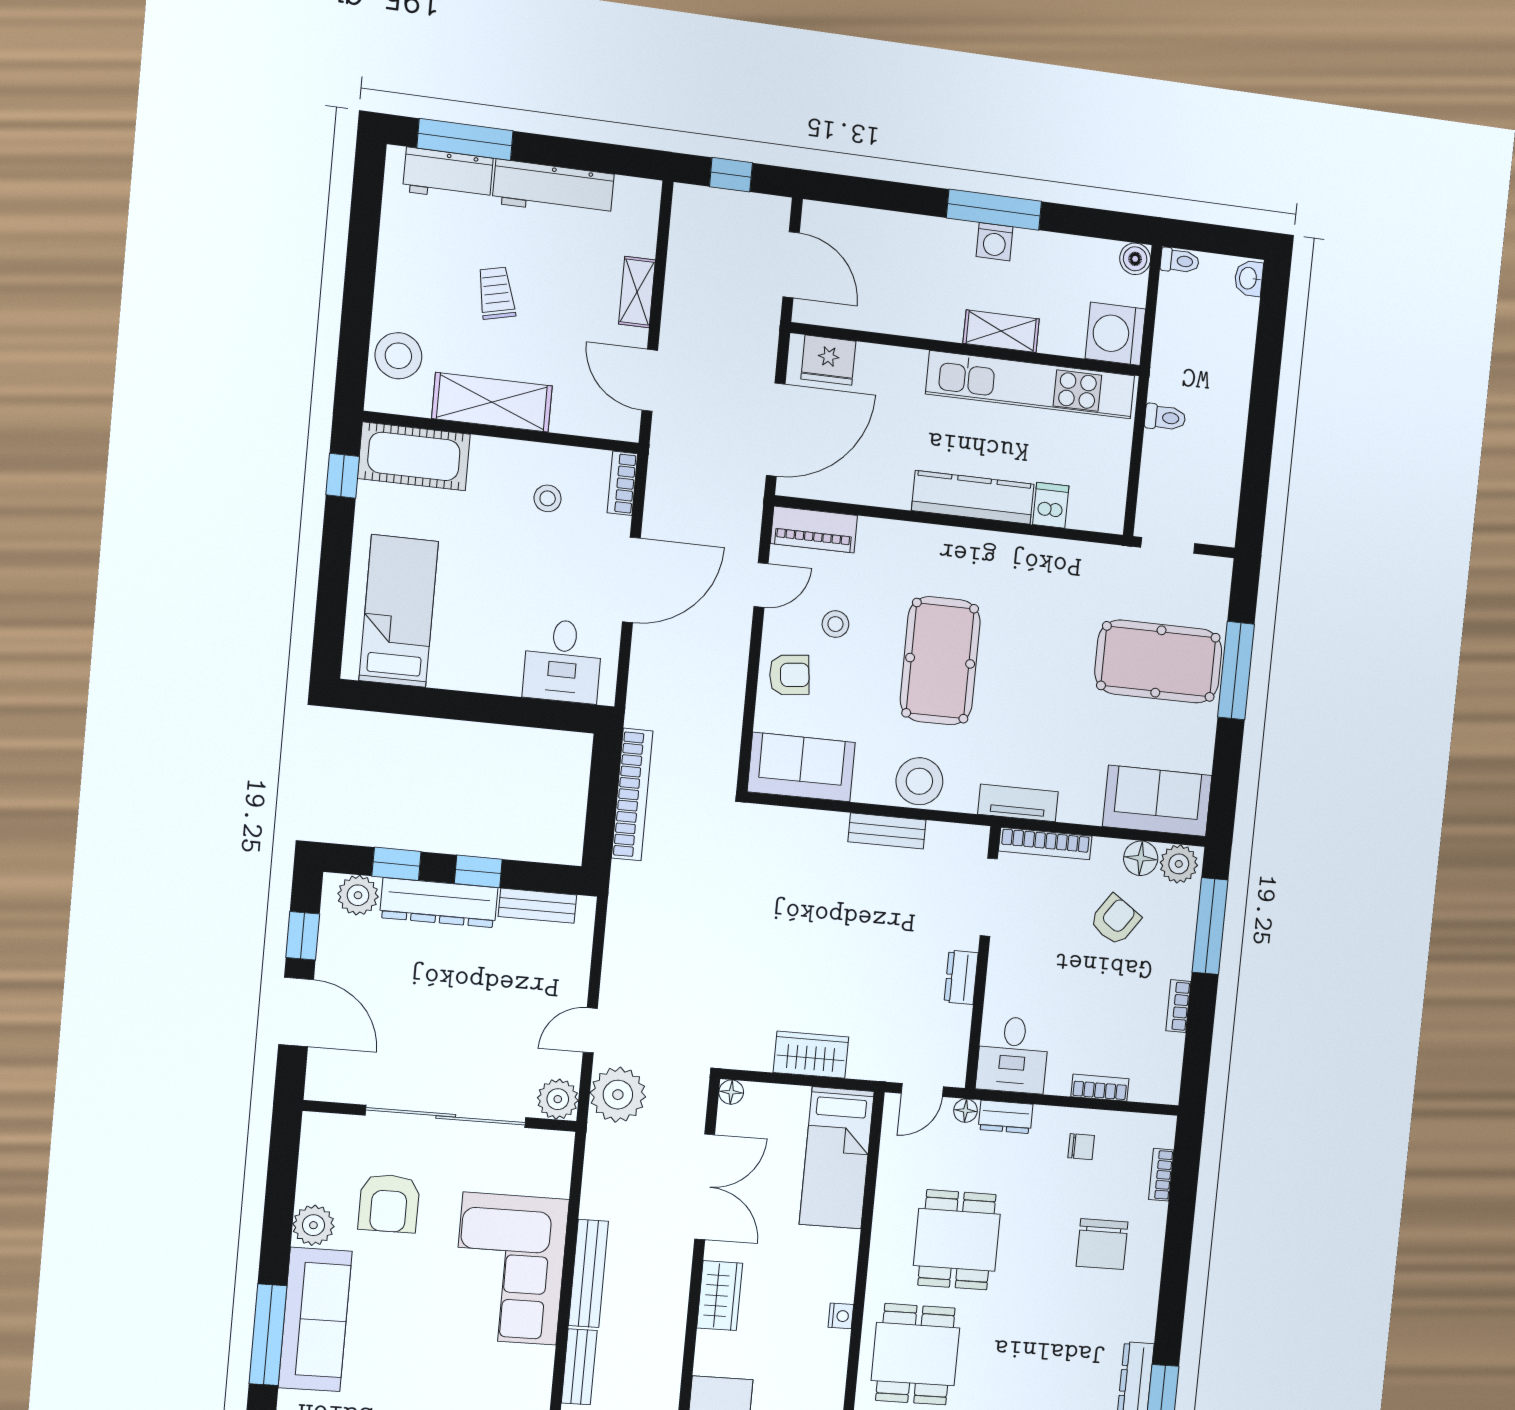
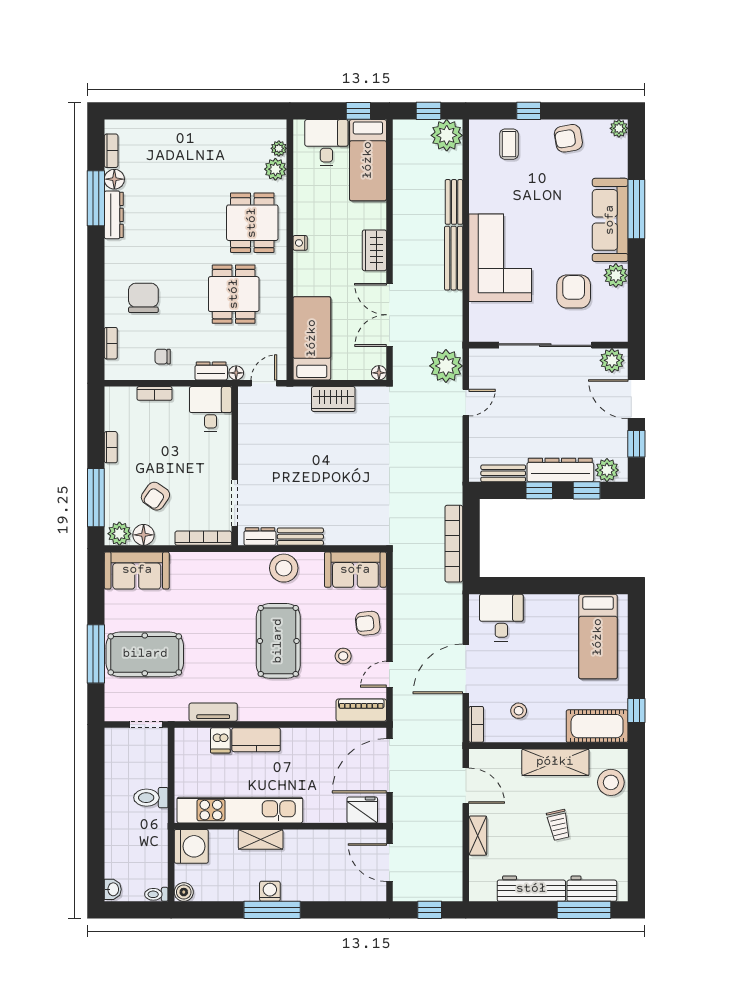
toilet: (1165, 418) -> (151, 798), width x1.37, depth x1.39
kitchen counter: (973, 497) -> (256, 740), width x0.67
tv unit: (1018, 803) -> (213, 712), moved, turned 180
dresser: (961, 977) -> (260, 536), moved, turned -90
plant: (558, 1099) -> (612, 360), moved

